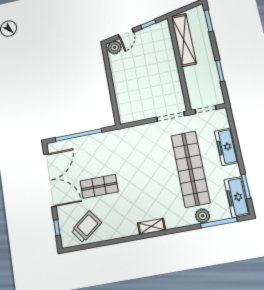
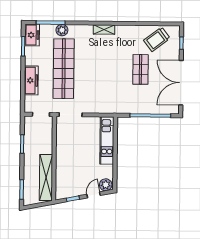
kitchen unit: (123, 96) -> (107, 140), added
shop shelf: (99, 186) -> (140, 69), turned 90
freezer: (237, 197) -> (32, 35), width x0.71

